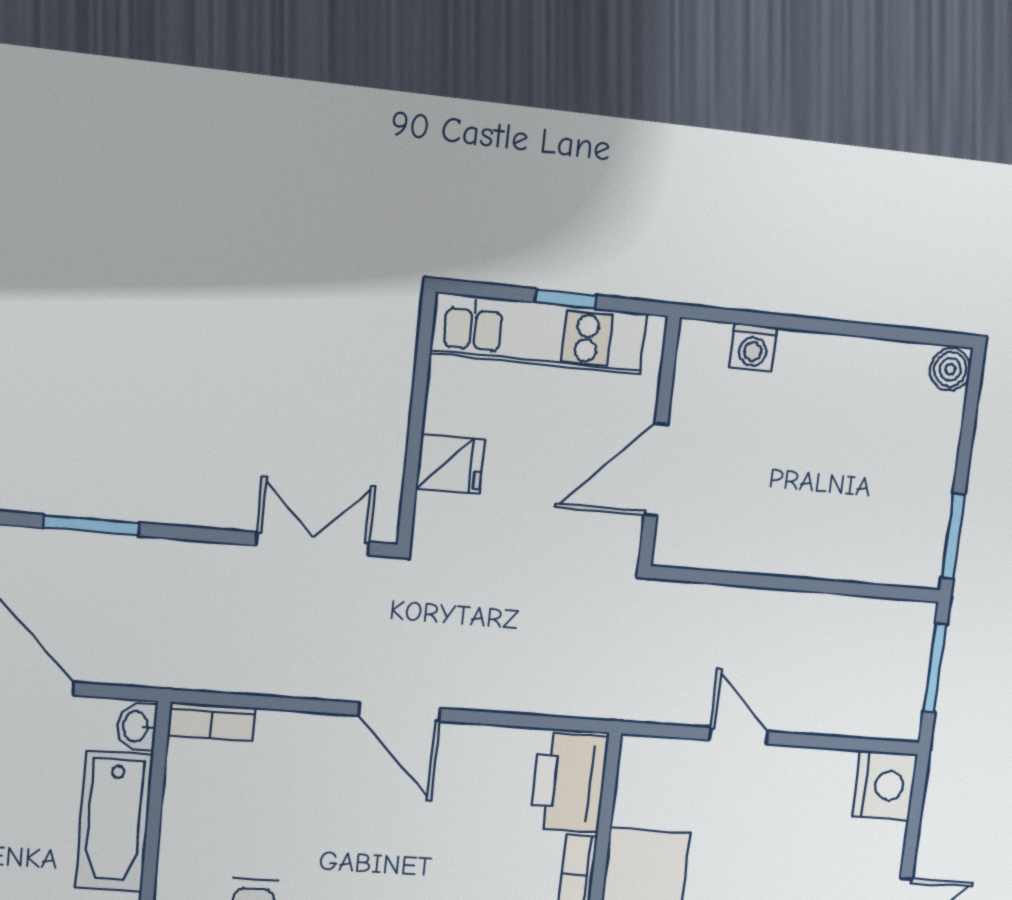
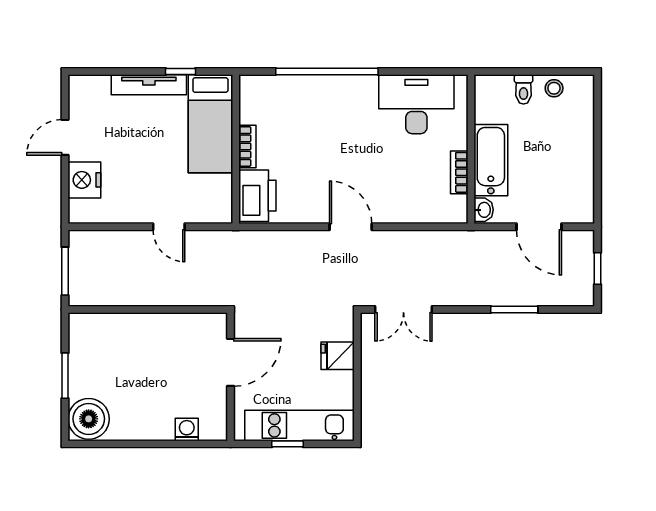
boiler: (950, 369) -> (89, 419), width x1.86, depth x1.86
window: (953, 536) -> (65, 376), moved
bookcase: (211, 721) -> (459, 172), moved, turned -90
nightstand: (885, 785) -> (84, 180), moved

